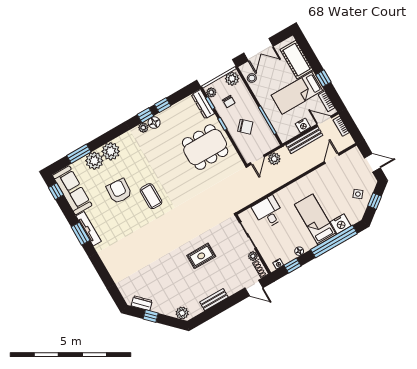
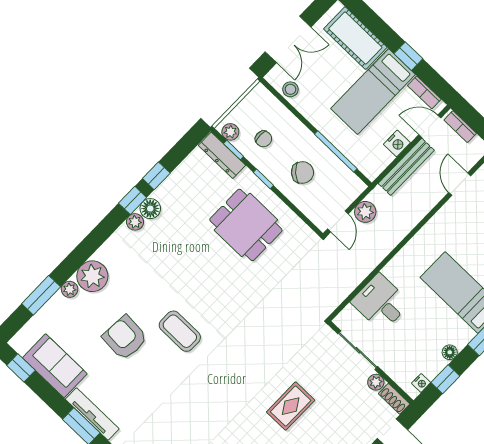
plant: (232, 79) -> (258, 99), removed
dining table: (205, 147) -> (246, 225), width x0.73
plant: (94, 161) -> (70, 289), width x0.53, depth x0.53
sofa: (72, 190) -> (55, 366), width x0.73

